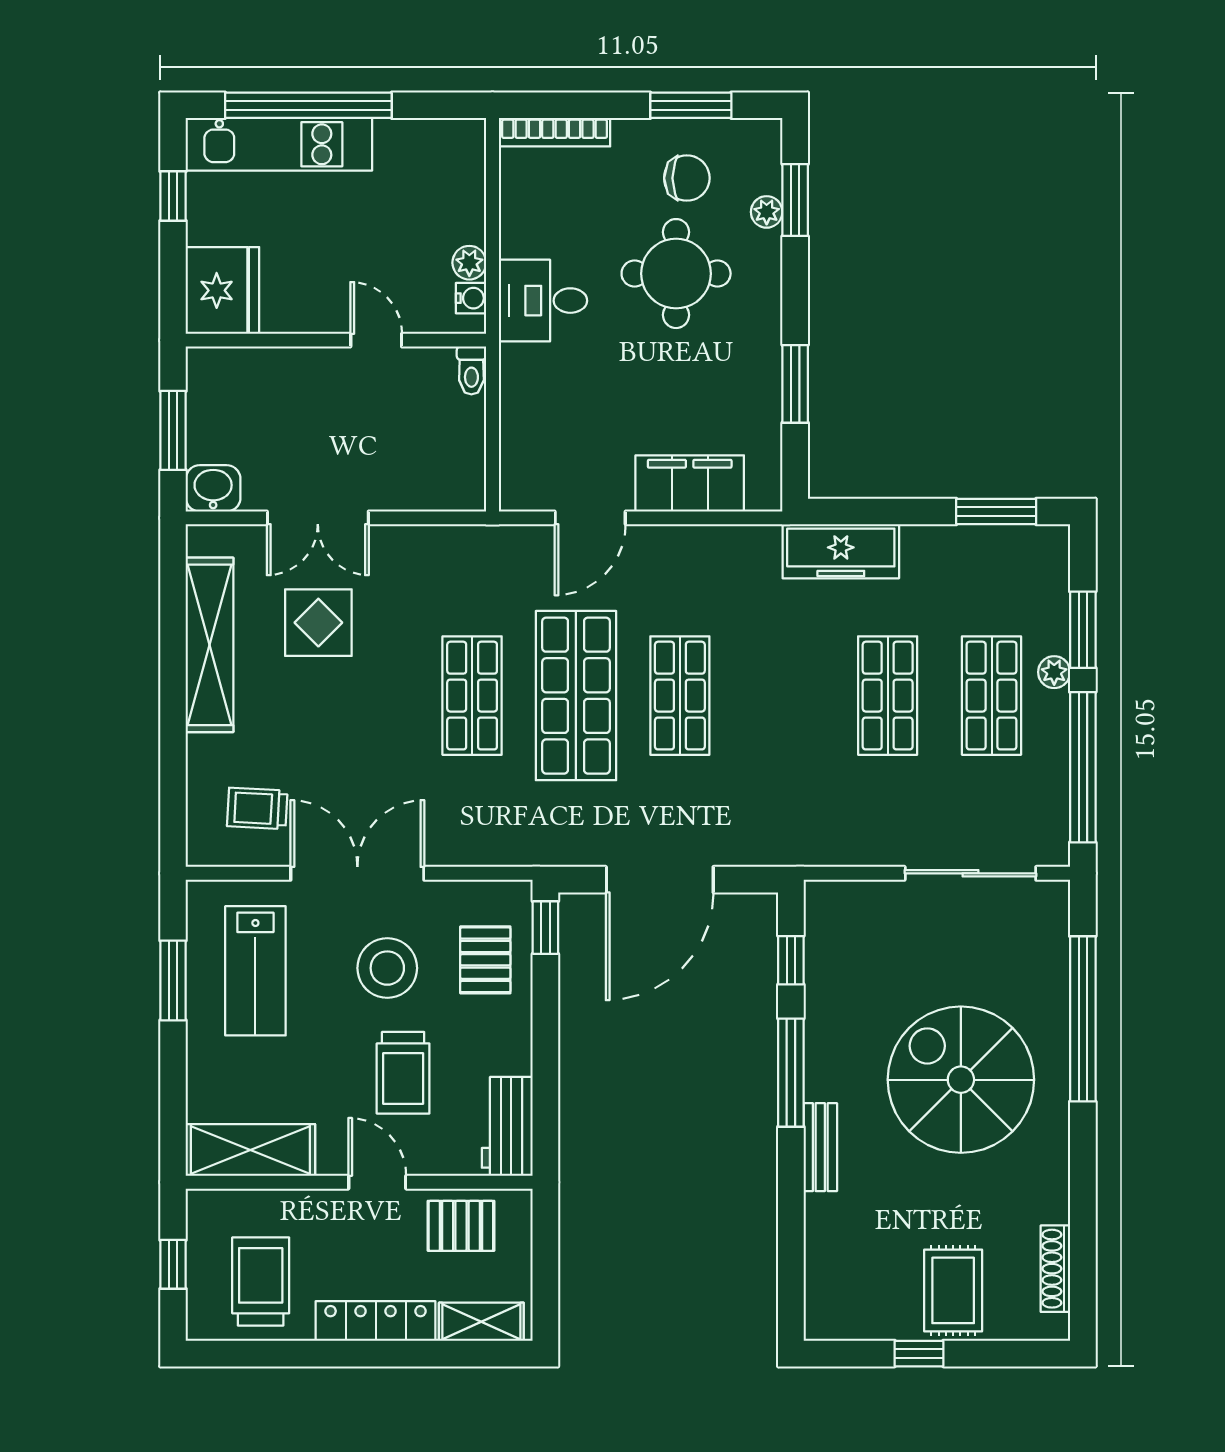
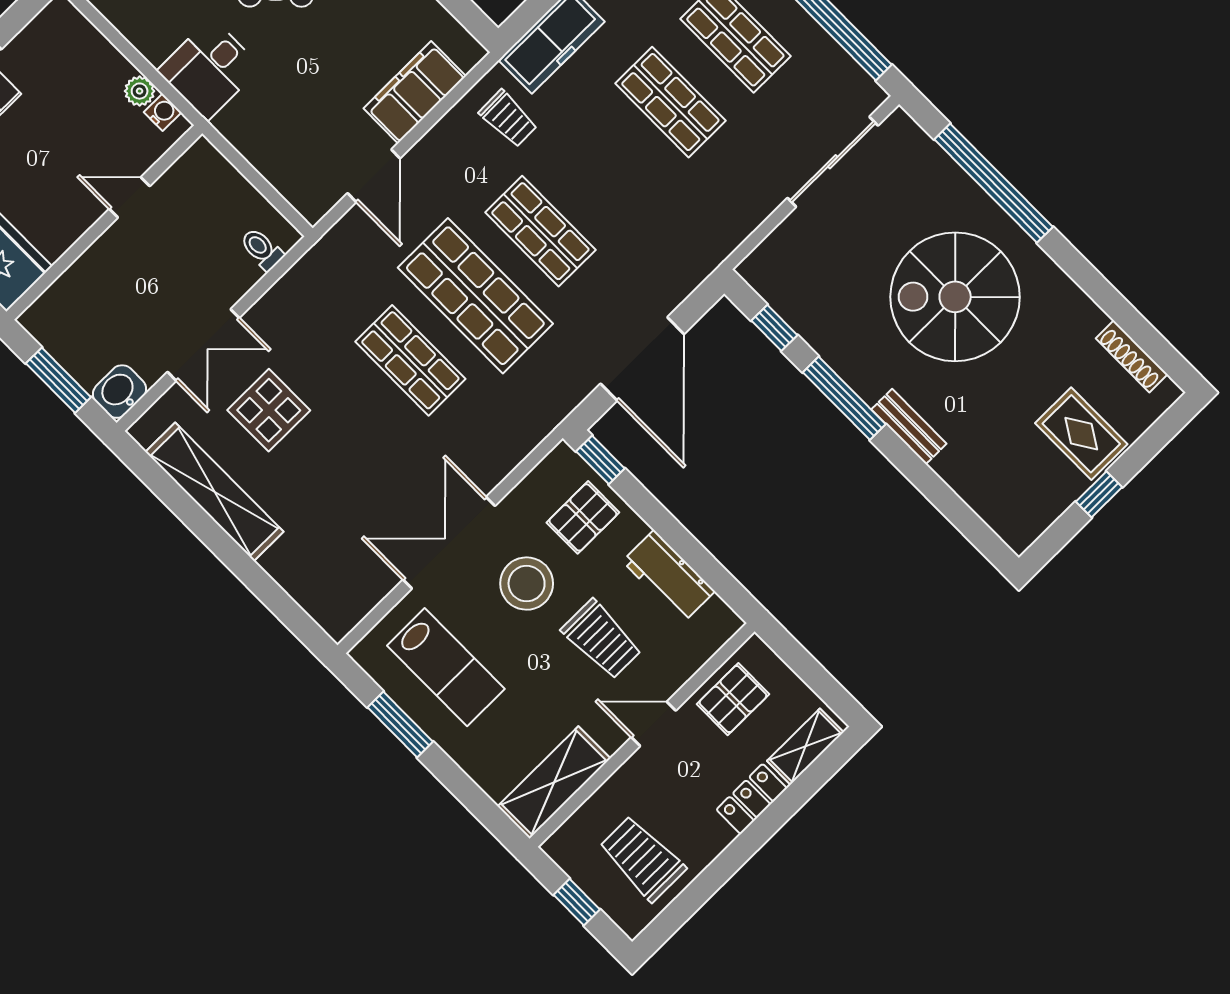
toilet: (471, 370) -> (262, 249), moved, turned 180
trolley: (257, 808) -> (508, 119), moved, turned -94
pallet: (485, 960) -> (583, 517), turned 90
workbench: (507, 1126) -> (669, 576), moved
locker: (376, 1321) -> (752, 799), width x0.66

